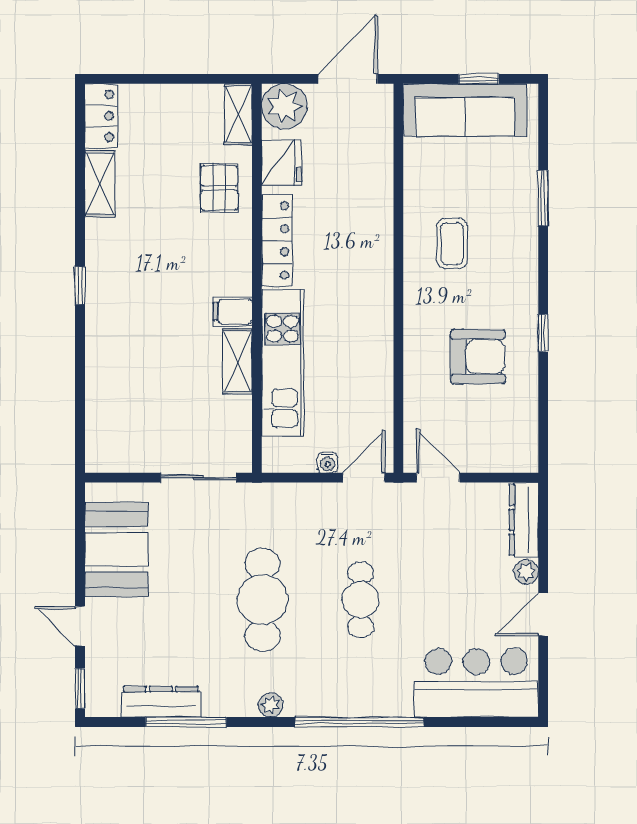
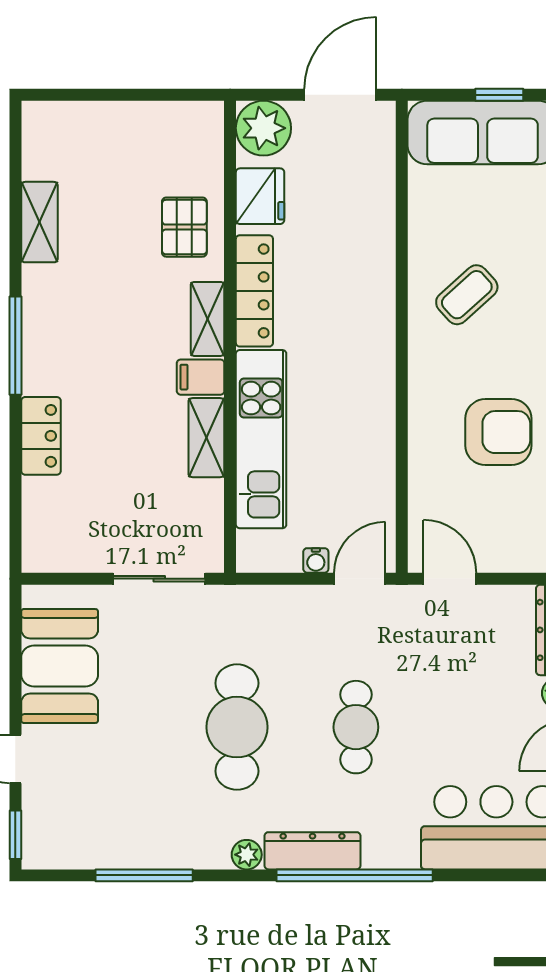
shelving: (238, 114) -> (208, 319), moved
locker: (101, 116) -> (41, 436), moved
coffee table: (452, 244) -> (467, 295), turned 48
window: (80, 285) -> (15, 346), width x2.17
dresser: (161, 702) -> (313, 851), moved

